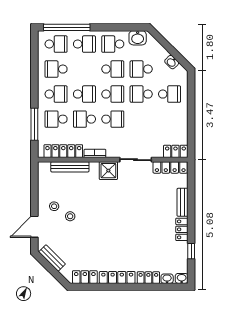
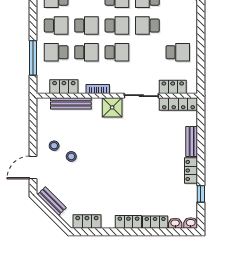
school desk: (170, 94) -> (178, 52), moved
school desk: (84, 119) -> (87, 52), turned 180
locker: (63, 151) -> (64, 87), width x0.66
locker: (175, 151) -> (173, 87), moved
locker: (117, 277) -> (128, 222), width x0.66

